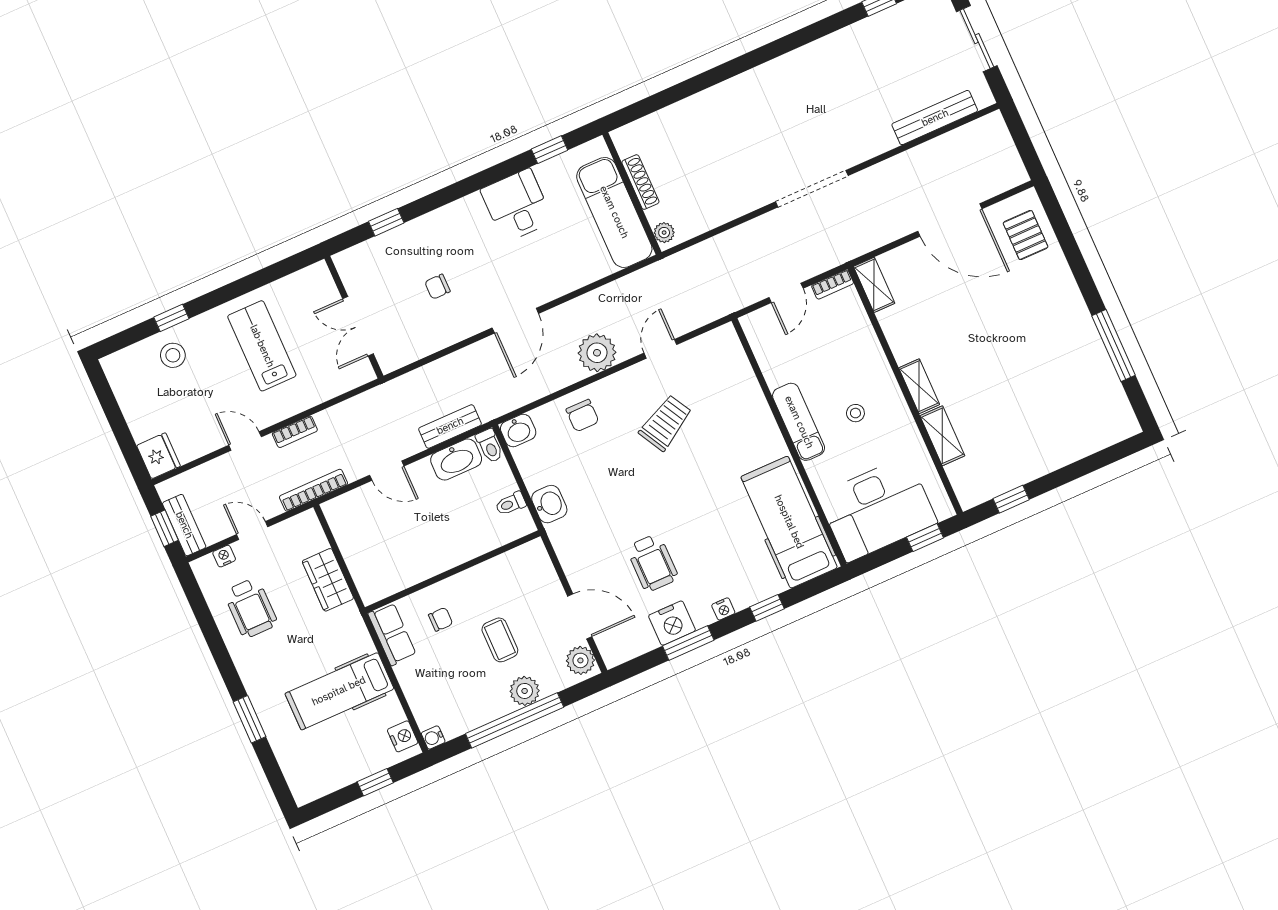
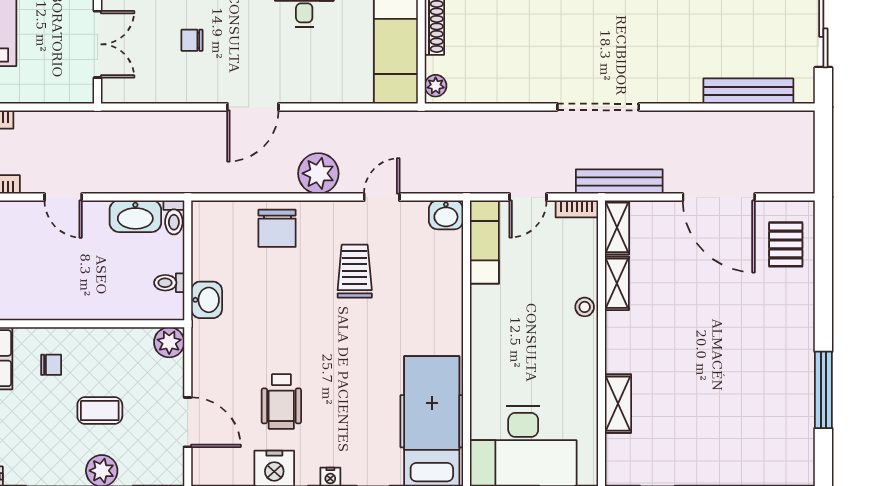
double door: (358, 326) -> (98, 44), swing flipped
shelving: (919, 386) -> (617, 283), moved
stool: (855, 413) -> (585, 307), moved
chair: (582, 416) -> (277, 228), width x1.37, depth x1.37
exam couch: (799, 422) -> (484, 242), moved
trolley: (666, 423) -> (355, 271), turned -61
bench: (450, 426) -> (619, 182), moved, width x1.36
washbasin: (518, 431) -> (446, 215), moved
coffee table: (500, 640) -> (100, 410), turned 90
plant: (580, 660) -> (169, 342), moved

